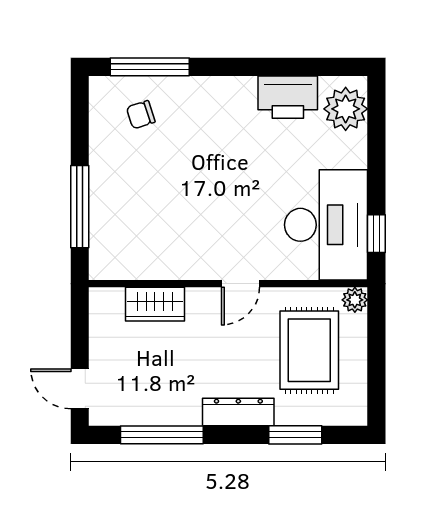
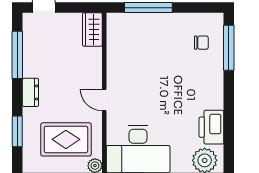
chair: (141, 115) -> (201, 43), turned 108
wardrobe: (155, 304) -> (92, 30), moved
dresser: (238, 412) -> (30, 92), width x0.70

